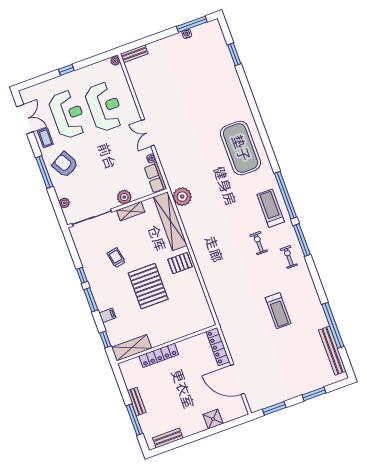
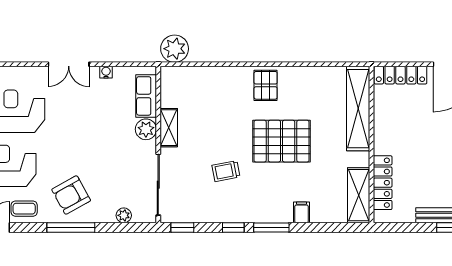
row of seats: (155, 178) -> (146, 96), moved, turned 90
shelving: (170, 221) -> (358, 109), moved, turned 90
window: (105, 340) -> (182, 227), moved
locker: (159, 355) -> (383, 183), moved

